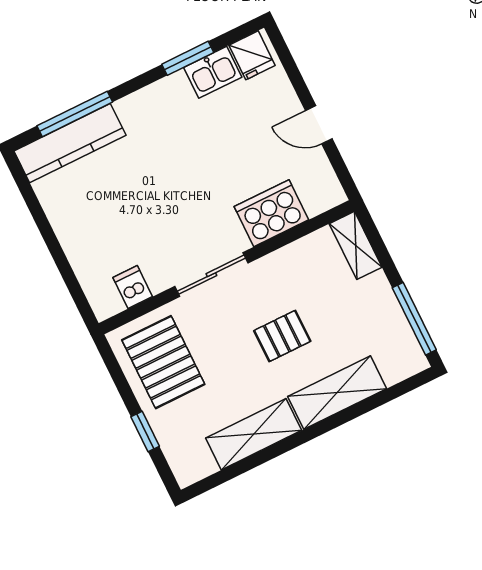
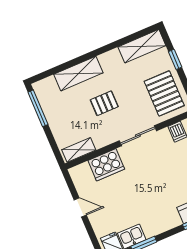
shelving: (356, 245) -> (79, 150), moved, turned 90
shelving: (254, 434) -> (142, 46), moved

